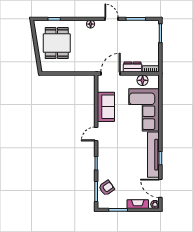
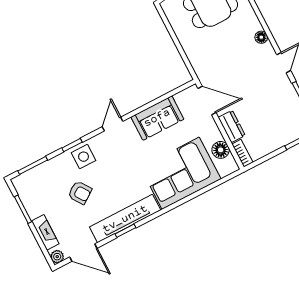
door: (96, 134) -> (113, 124), hinge flipped
side table: (106, 160) -> (84, 157), added
armchair: (107, 188) -> (80, 193), moved
door: (160, 188) -> (83, 253), swing flipped

